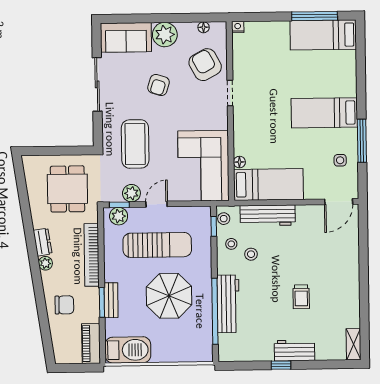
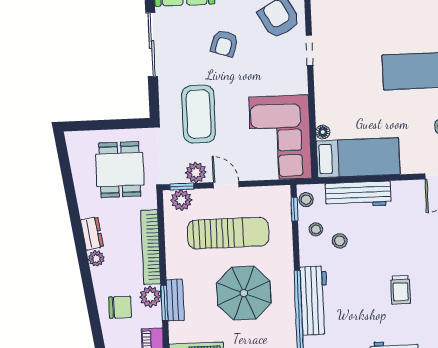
door: (157, 204) -> (226, 185), hinge flipped
plant: (90, 297) -> (150, 297), added

